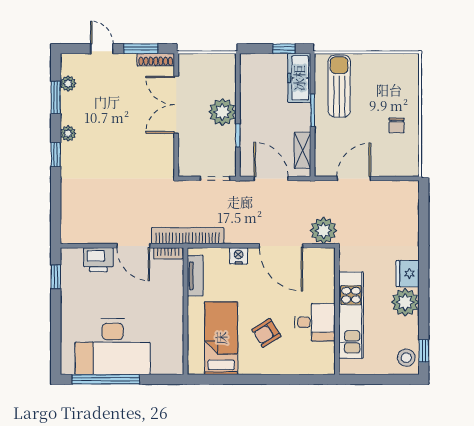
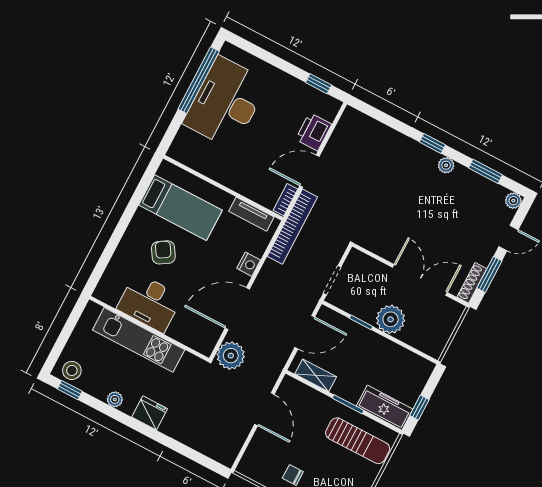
plant: (68, 83) -> (513, 201), moved
plant: (405, 302) -> (115, 399), width x0.53, depth x0.53
desk: (315, 322) -> (150, 303), width x1.37

